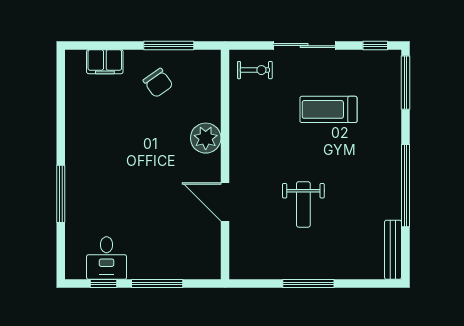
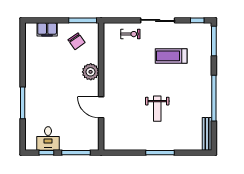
plant: (206, 138) -> (91, 72), moved
wall: (225, 165) -> (101, 87), moved
door: (225, 202) -> (101, 107), moved

